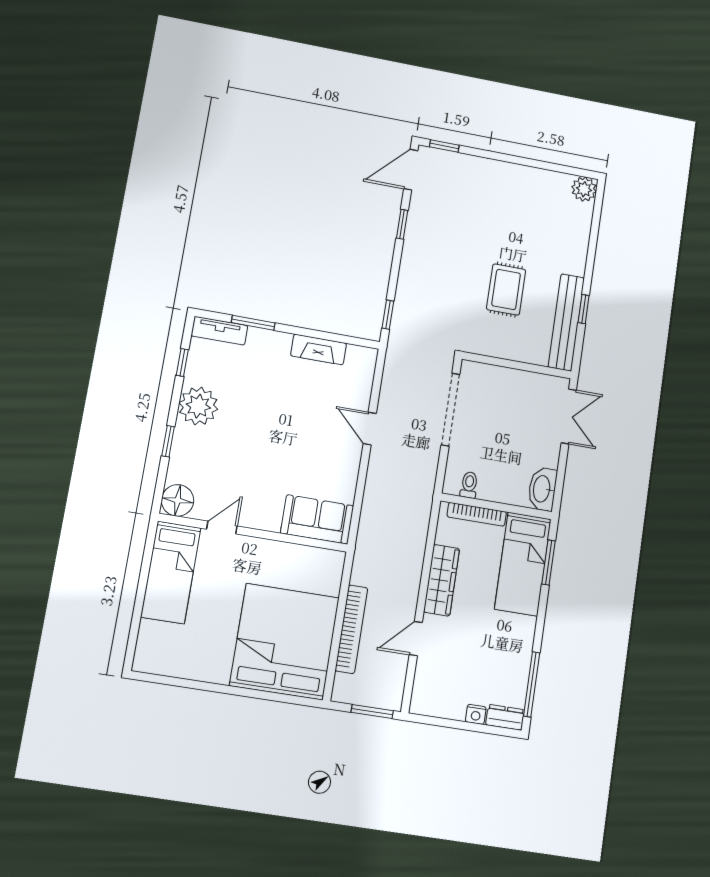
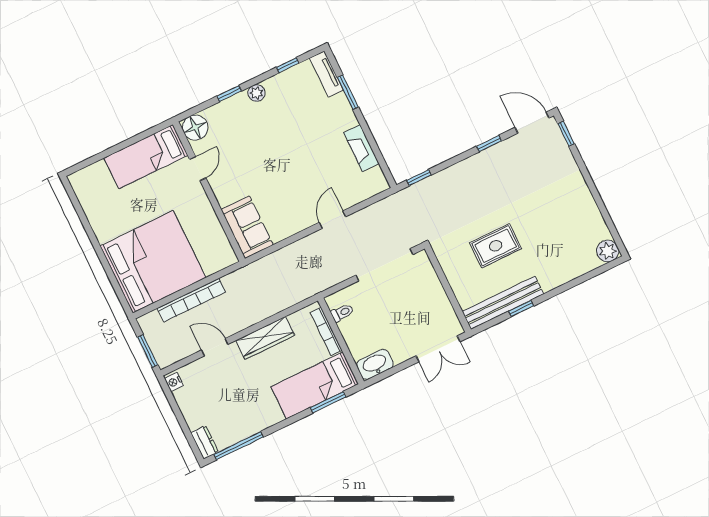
plant: (198, 406) -> (256, 93), width x0.53, depth x0.53
door: (222, 528) -> (198, 169), hinge flipped
nightstand: (476, 714) -> (174, 382), moved

